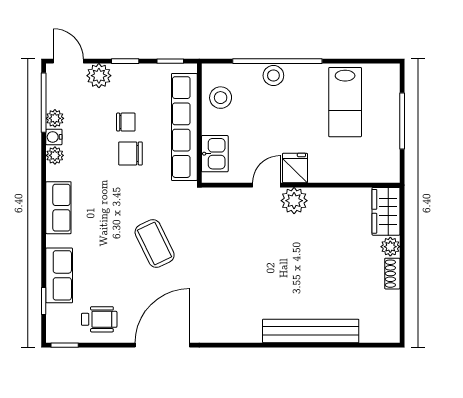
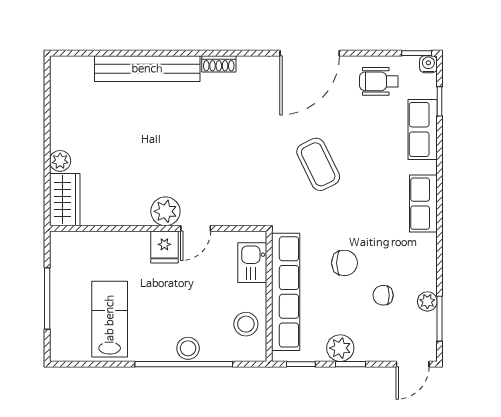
door: (68, 61) -> (413, 364), hinge flipped
plant: (99, 76) -> (340, 348), moved
window: (44, 103) -> (440, 319), width x0.69
chair: (126, 122) -> (383, 295), moved
water cooler: (54, 137) -> (428, 64), moved, turned -90
plant: (55, 155) -> (427, 261), removed
shoe rack: (392, 274) -> (219, 64), moved, turned 90

